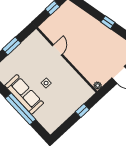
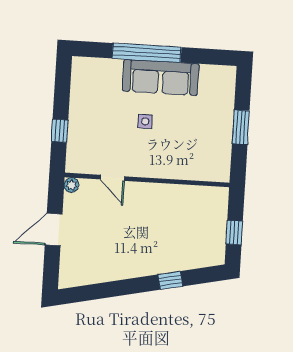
window: (108, 22) -> (170, 280), moved
door: (57, 50) -> (112, 178), moved

